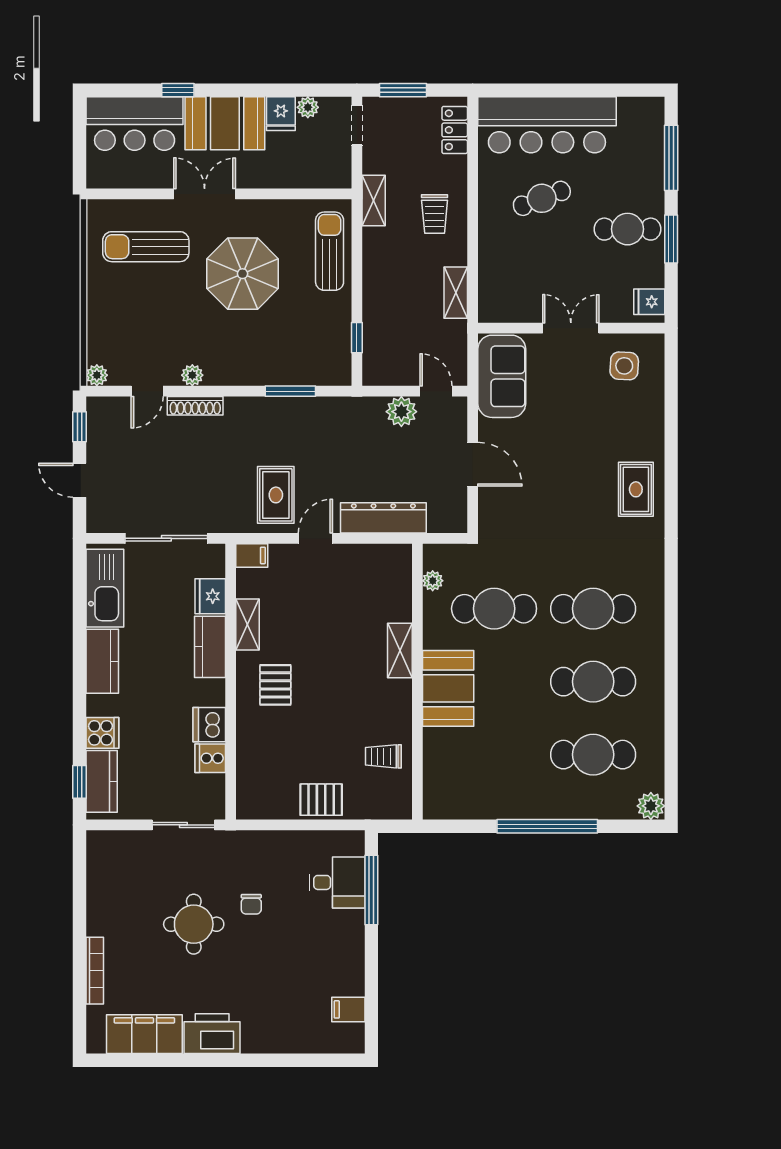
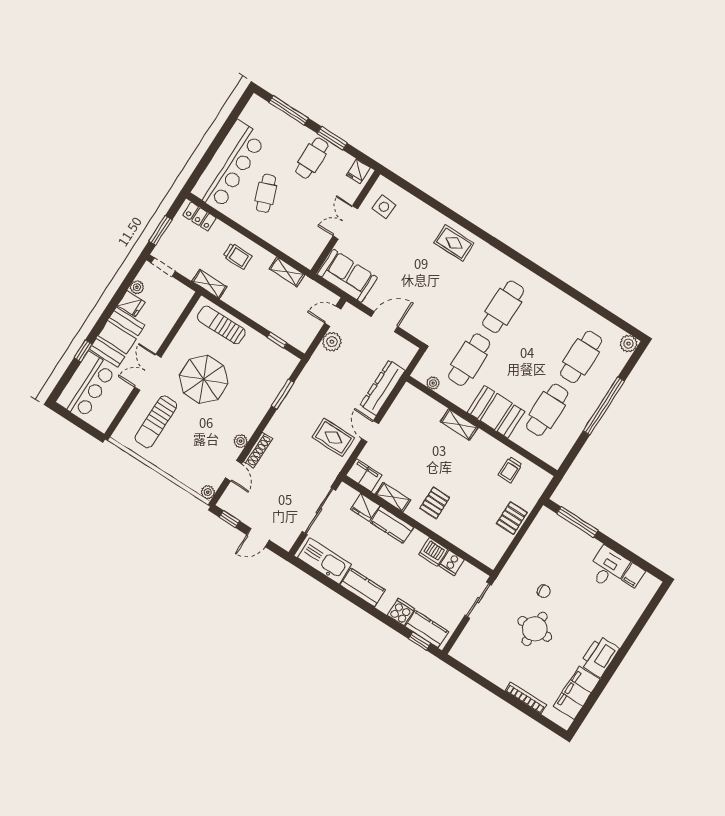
filing cabinet: (252, 555) -> (364, 475), width x2.00
cafe table: (593, 682) -> (547, 410), moved
pallet: (275, 685) -> (435, 503), turned 90
desk: (337, 882) -> (608, 568), moved

